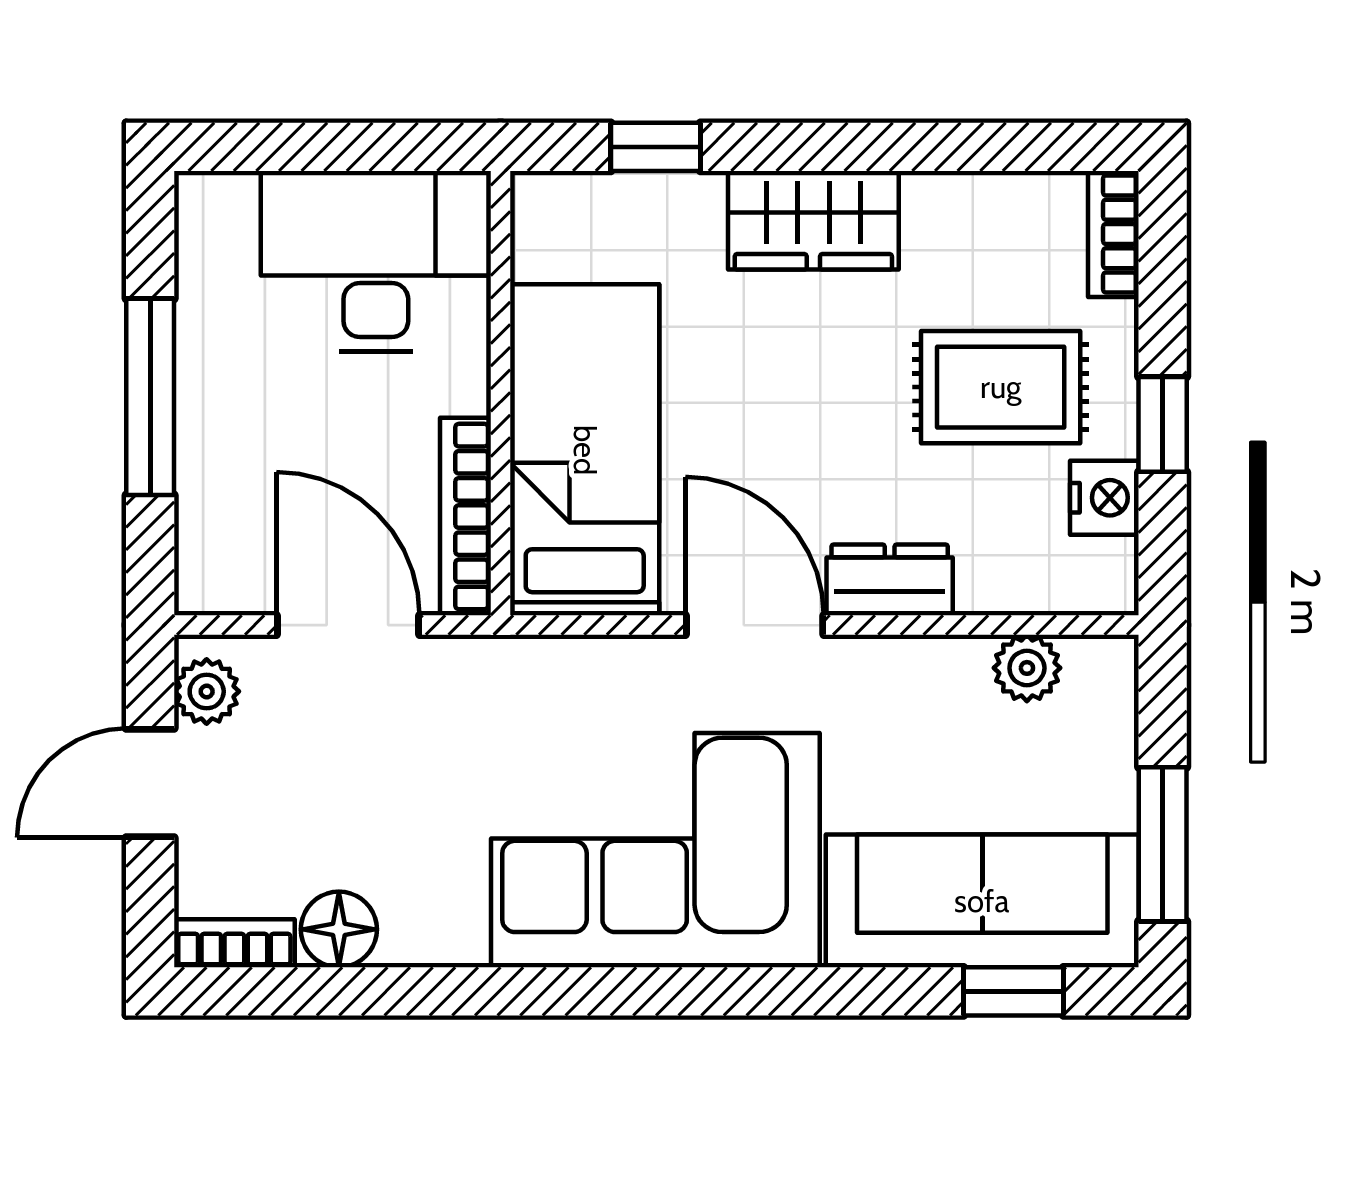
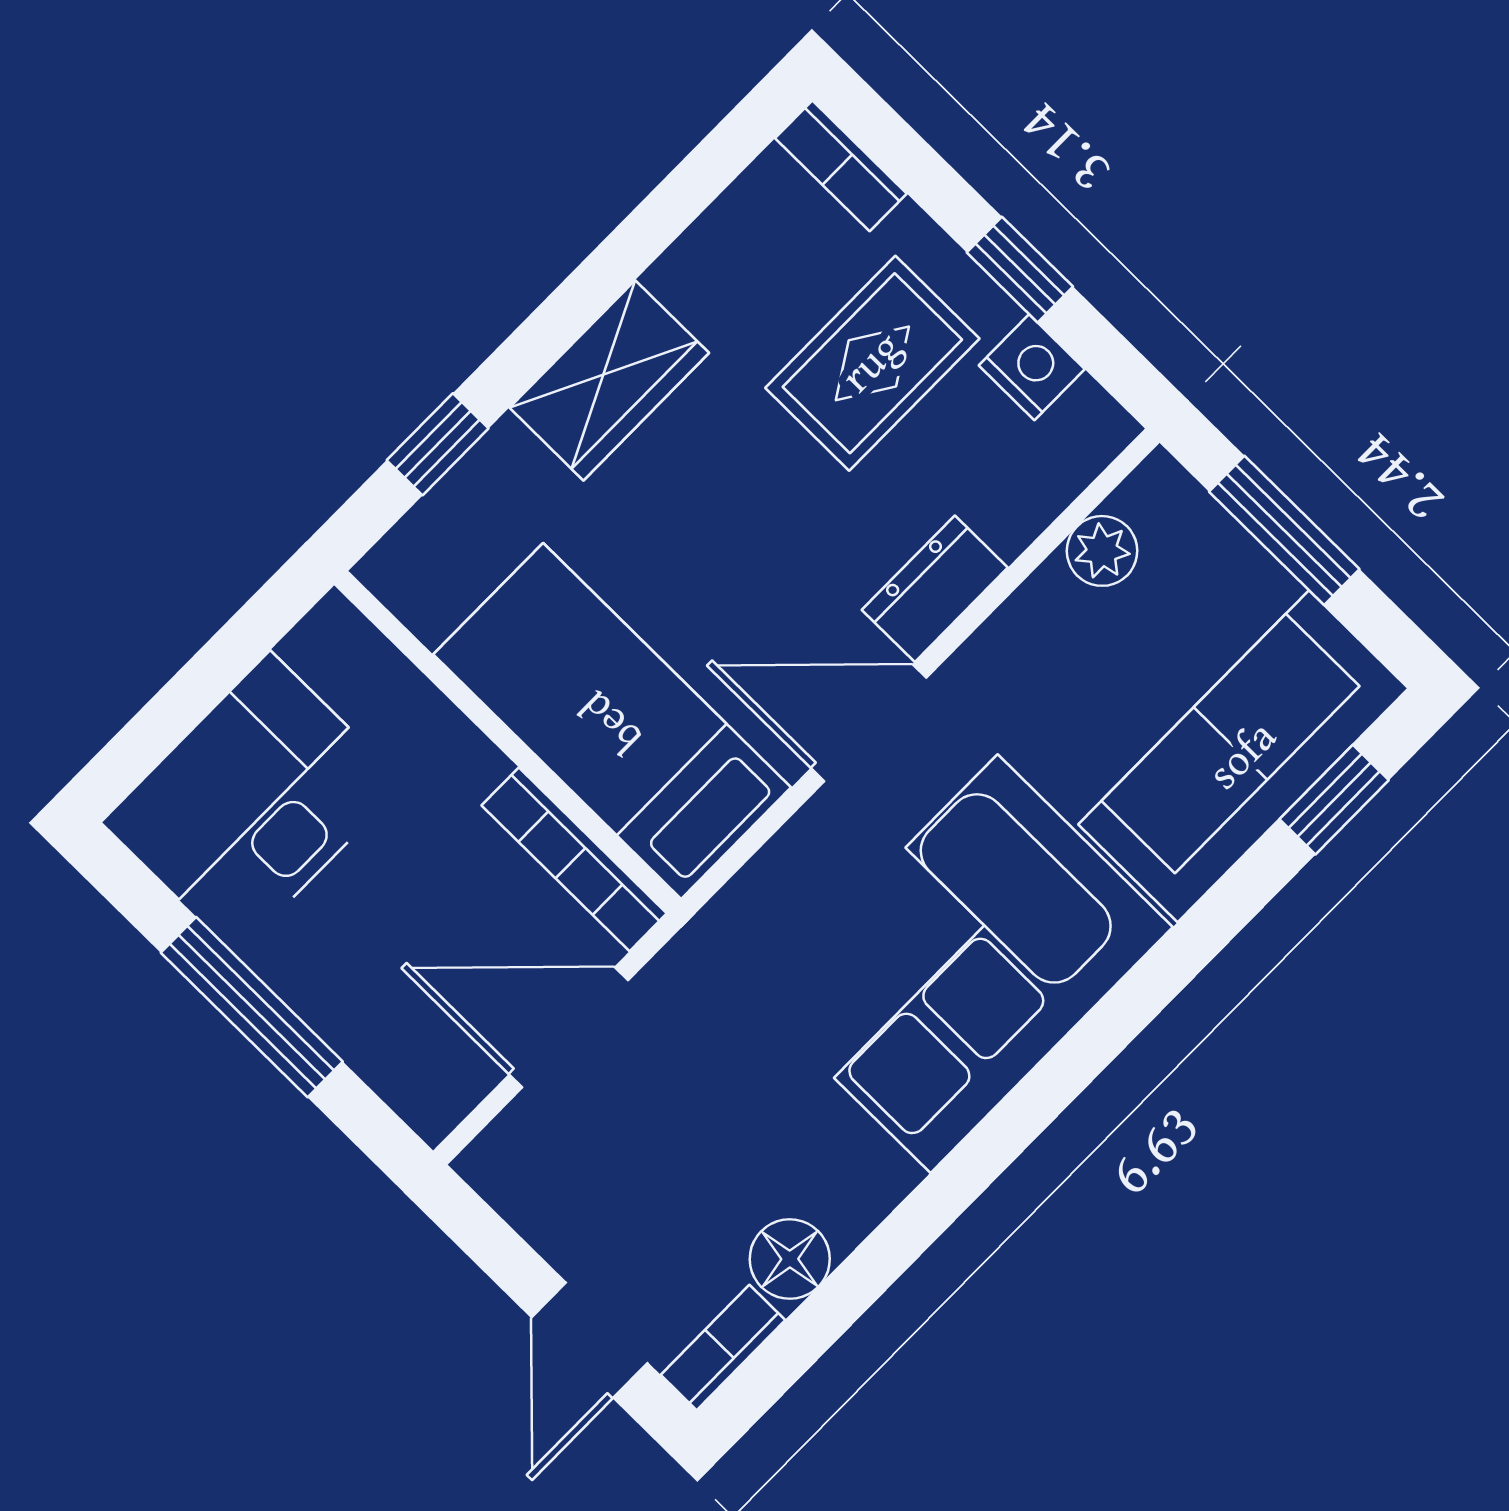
desk: (376, 261) -> (253, 803), moved
plant: (207, 691) -> (514, 1182), removed
door: (150, 783) -> (590, 1340), moved
window: (1163, 844) -> (1284, 530), moved

